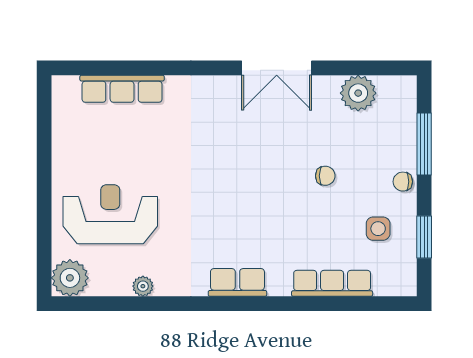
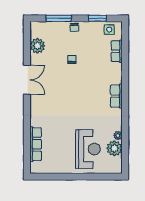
reception desk: (110, 214) -> (88, 149), turned 180
side table: (378, 229) -> (109, 30), moved
plant: (70, 278) -> (114, 148), moved
row of seats: (332, 283) -> (117, 51), width x0.68

